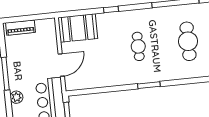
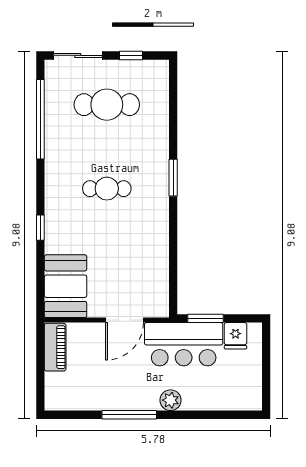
piano: (20, 28) -> (55, 347), moved
door: (61, 65) -> (124, 320), swing flipped

